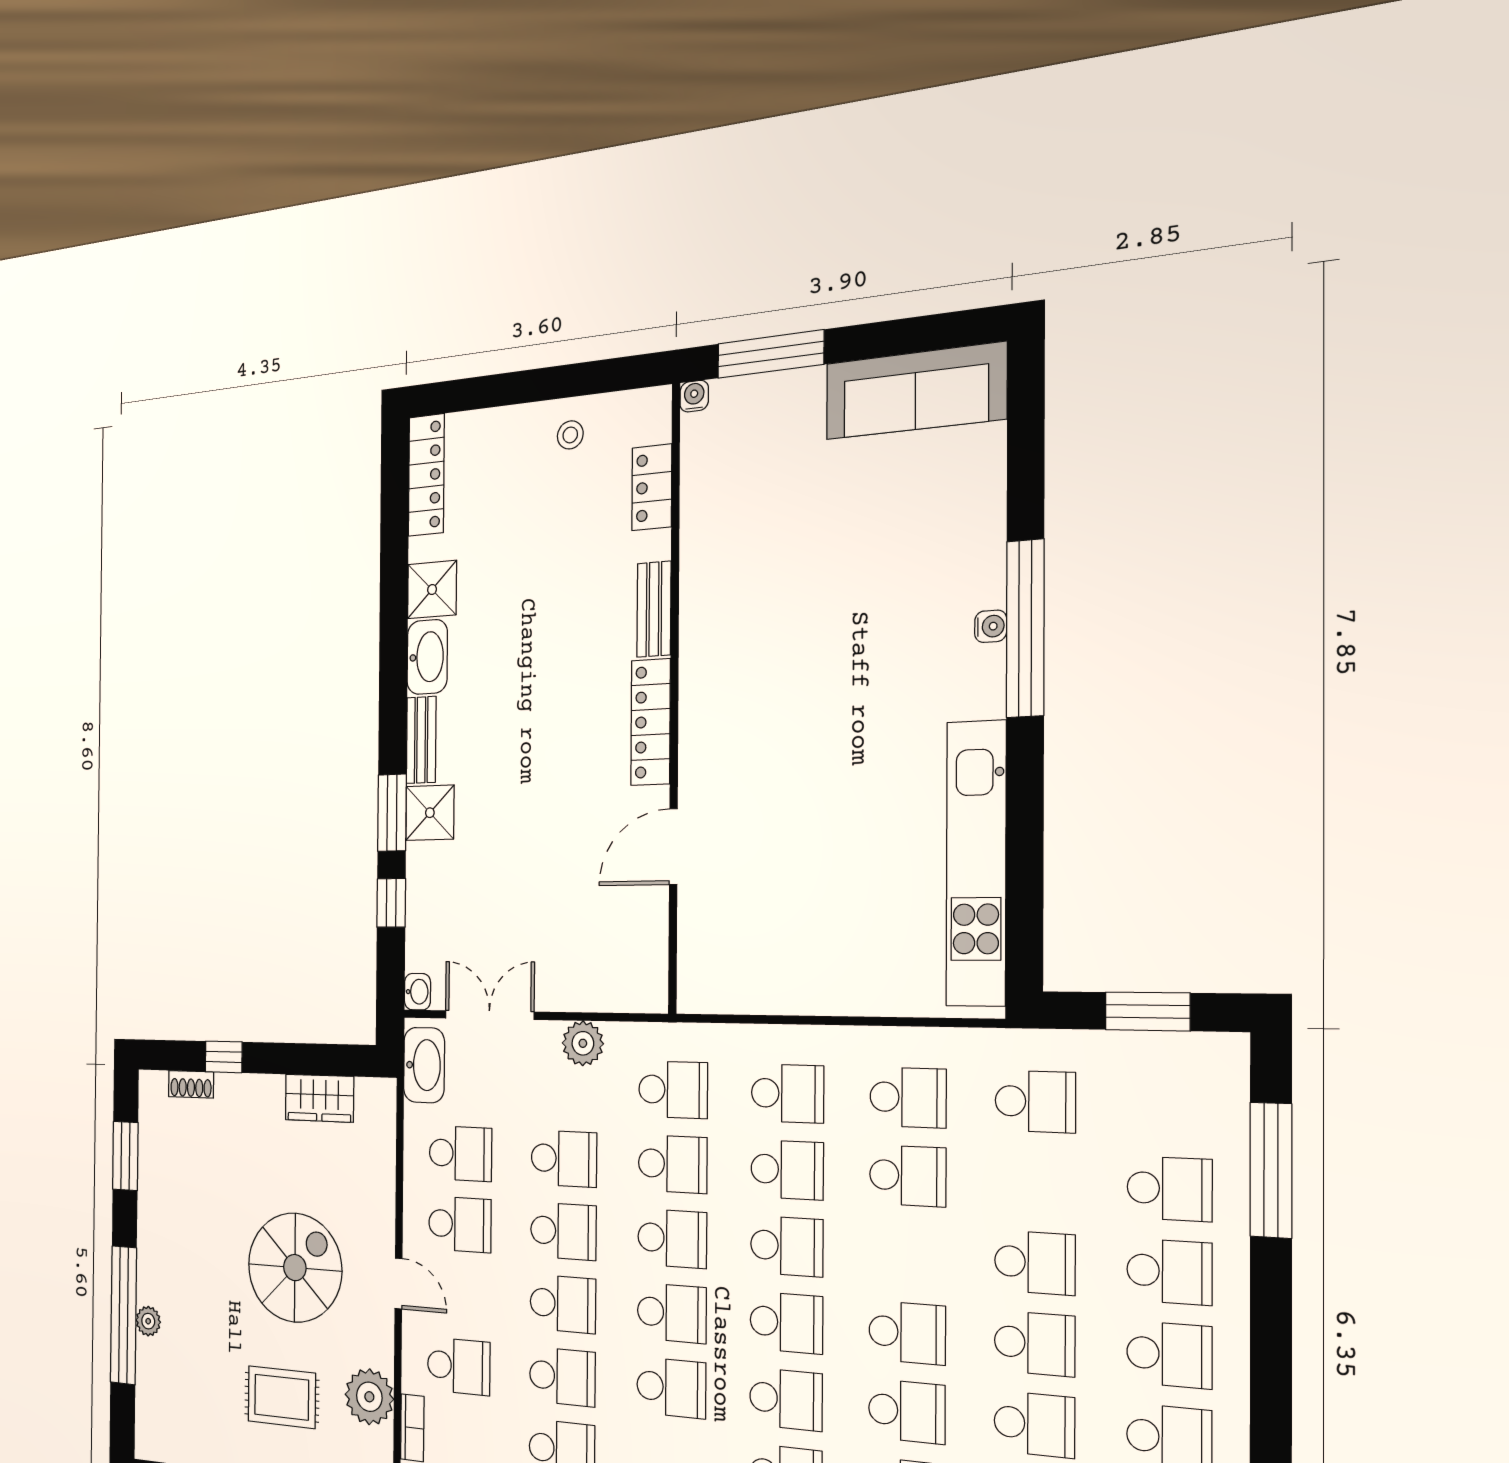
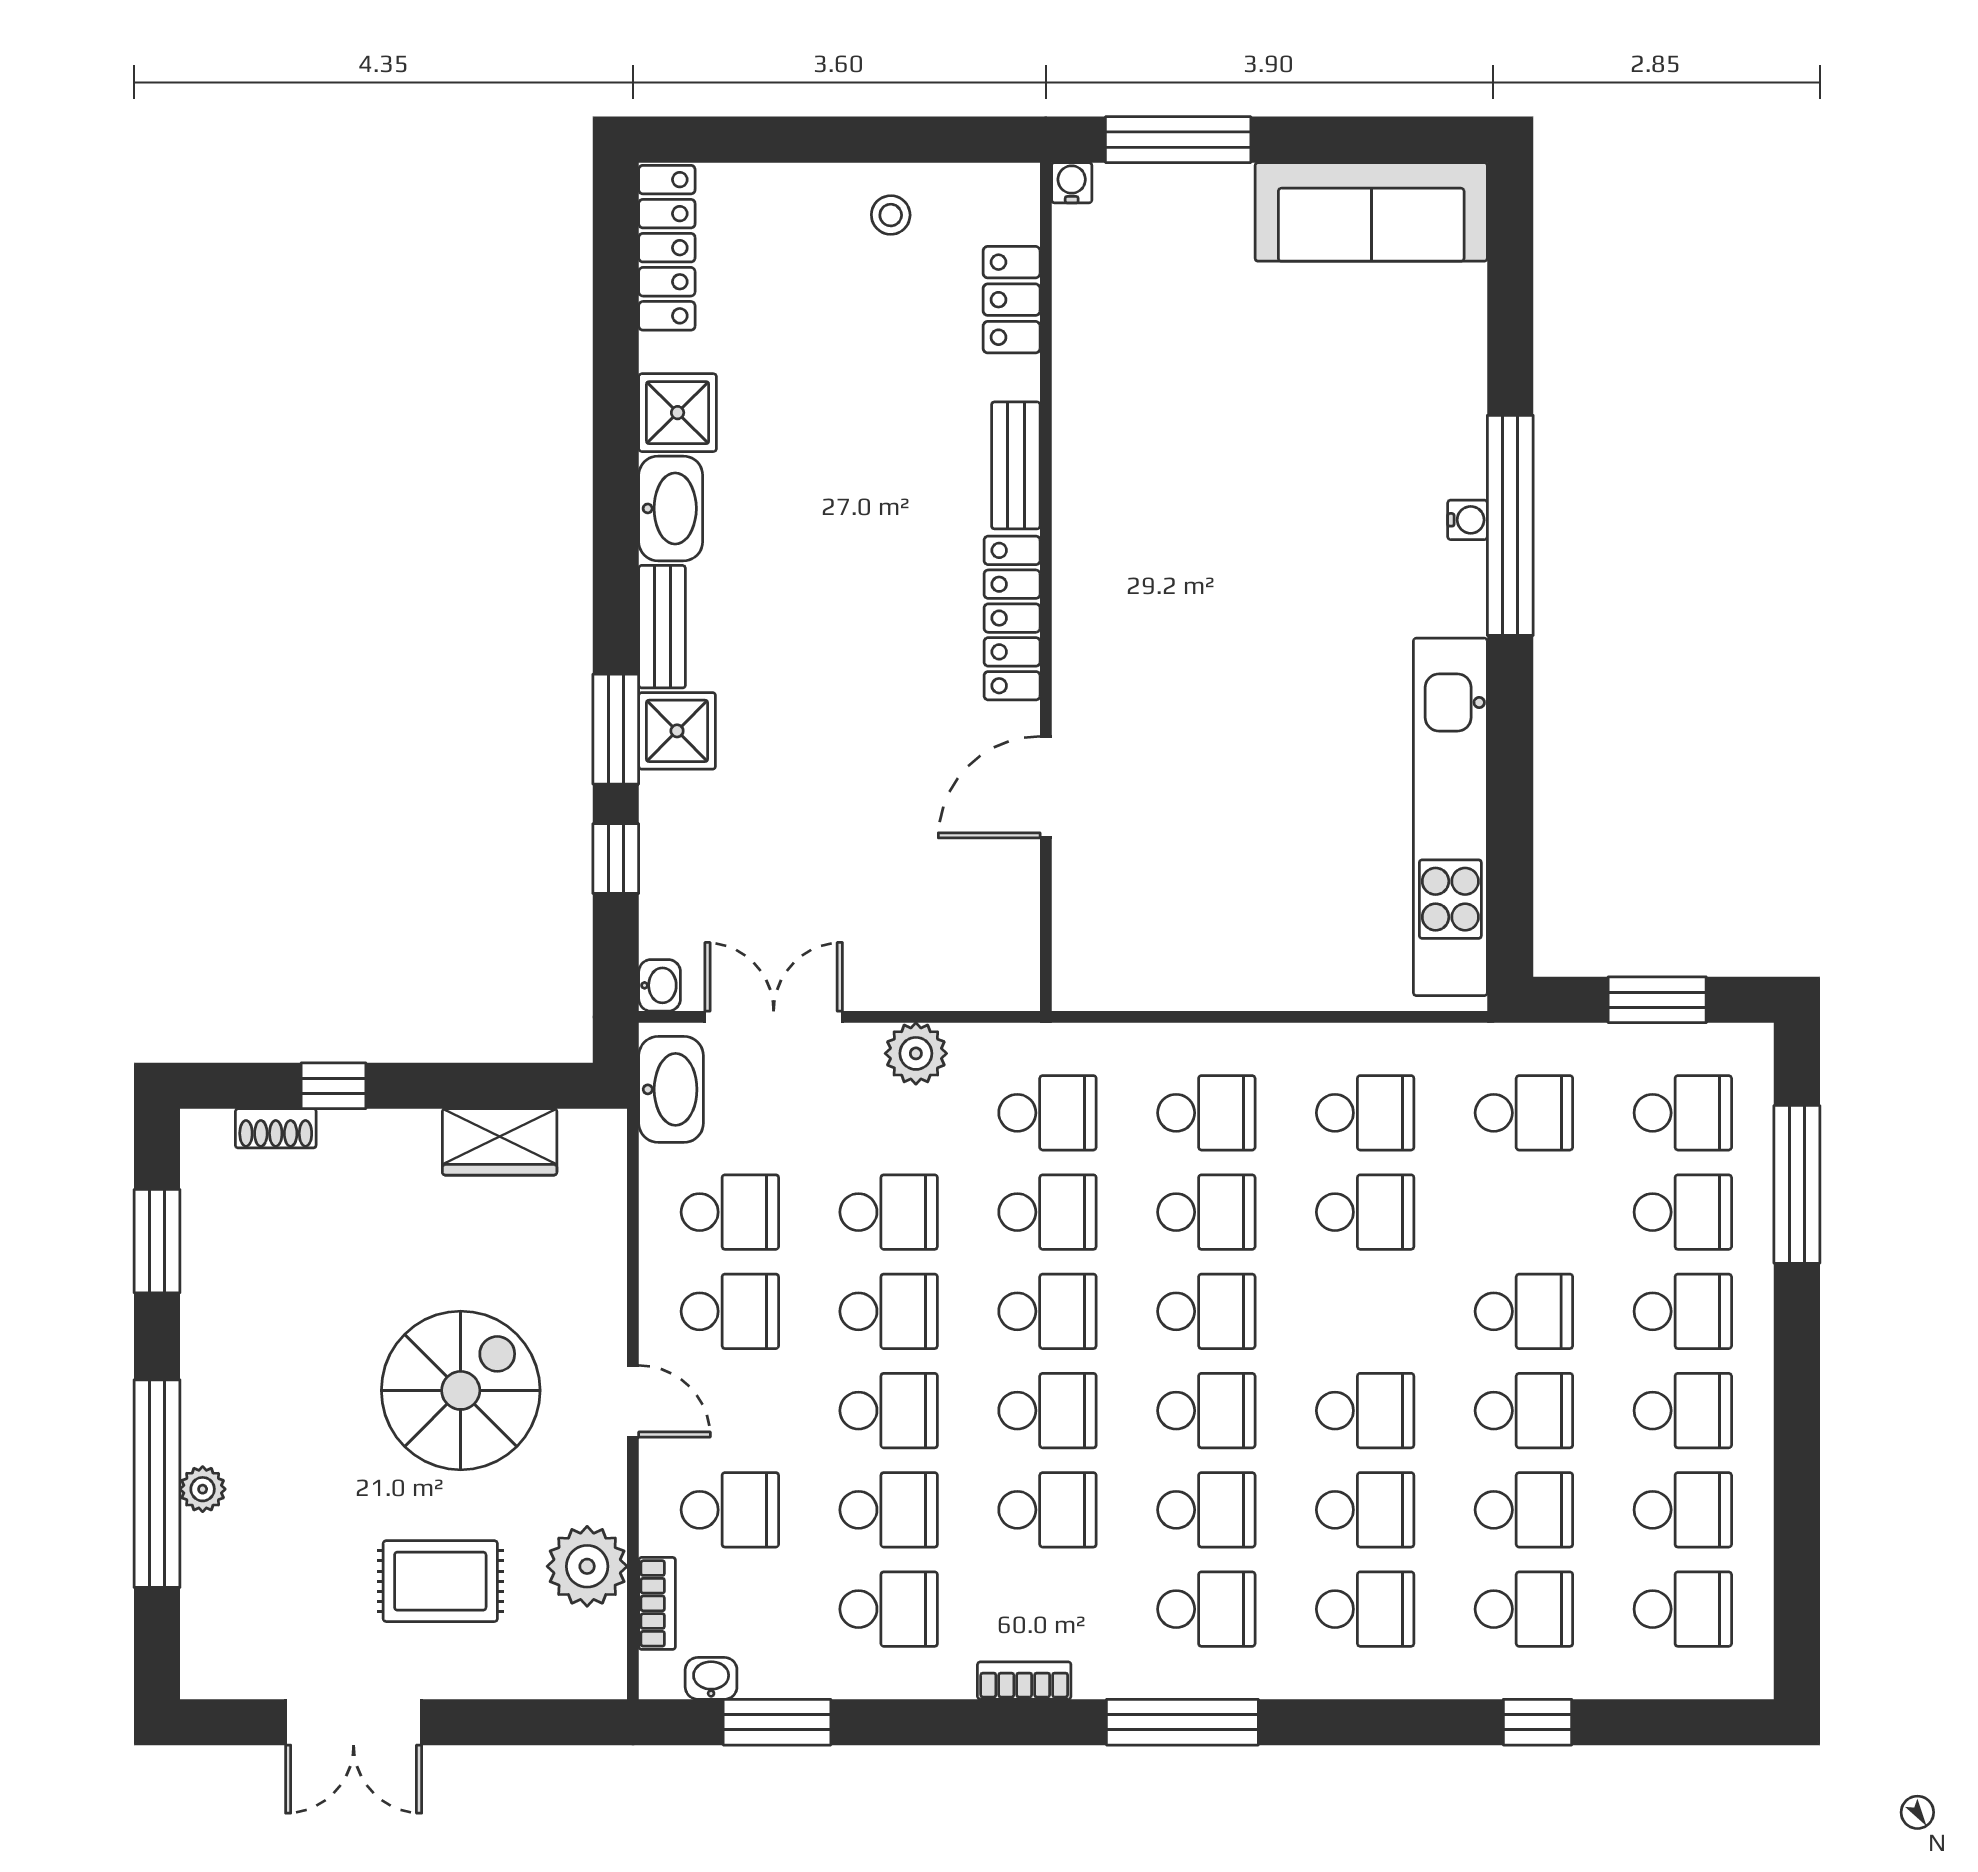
school desk: (1170, 1106) -> (1683, 1113), added

